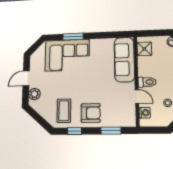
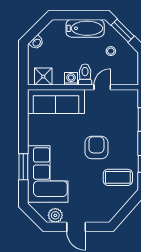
plant: (34, 94) -> (55, 215), moved
armchair: (91, 113) -> (96, 148), moved
washing machine: (145, 113) -> (71, 79), moved

